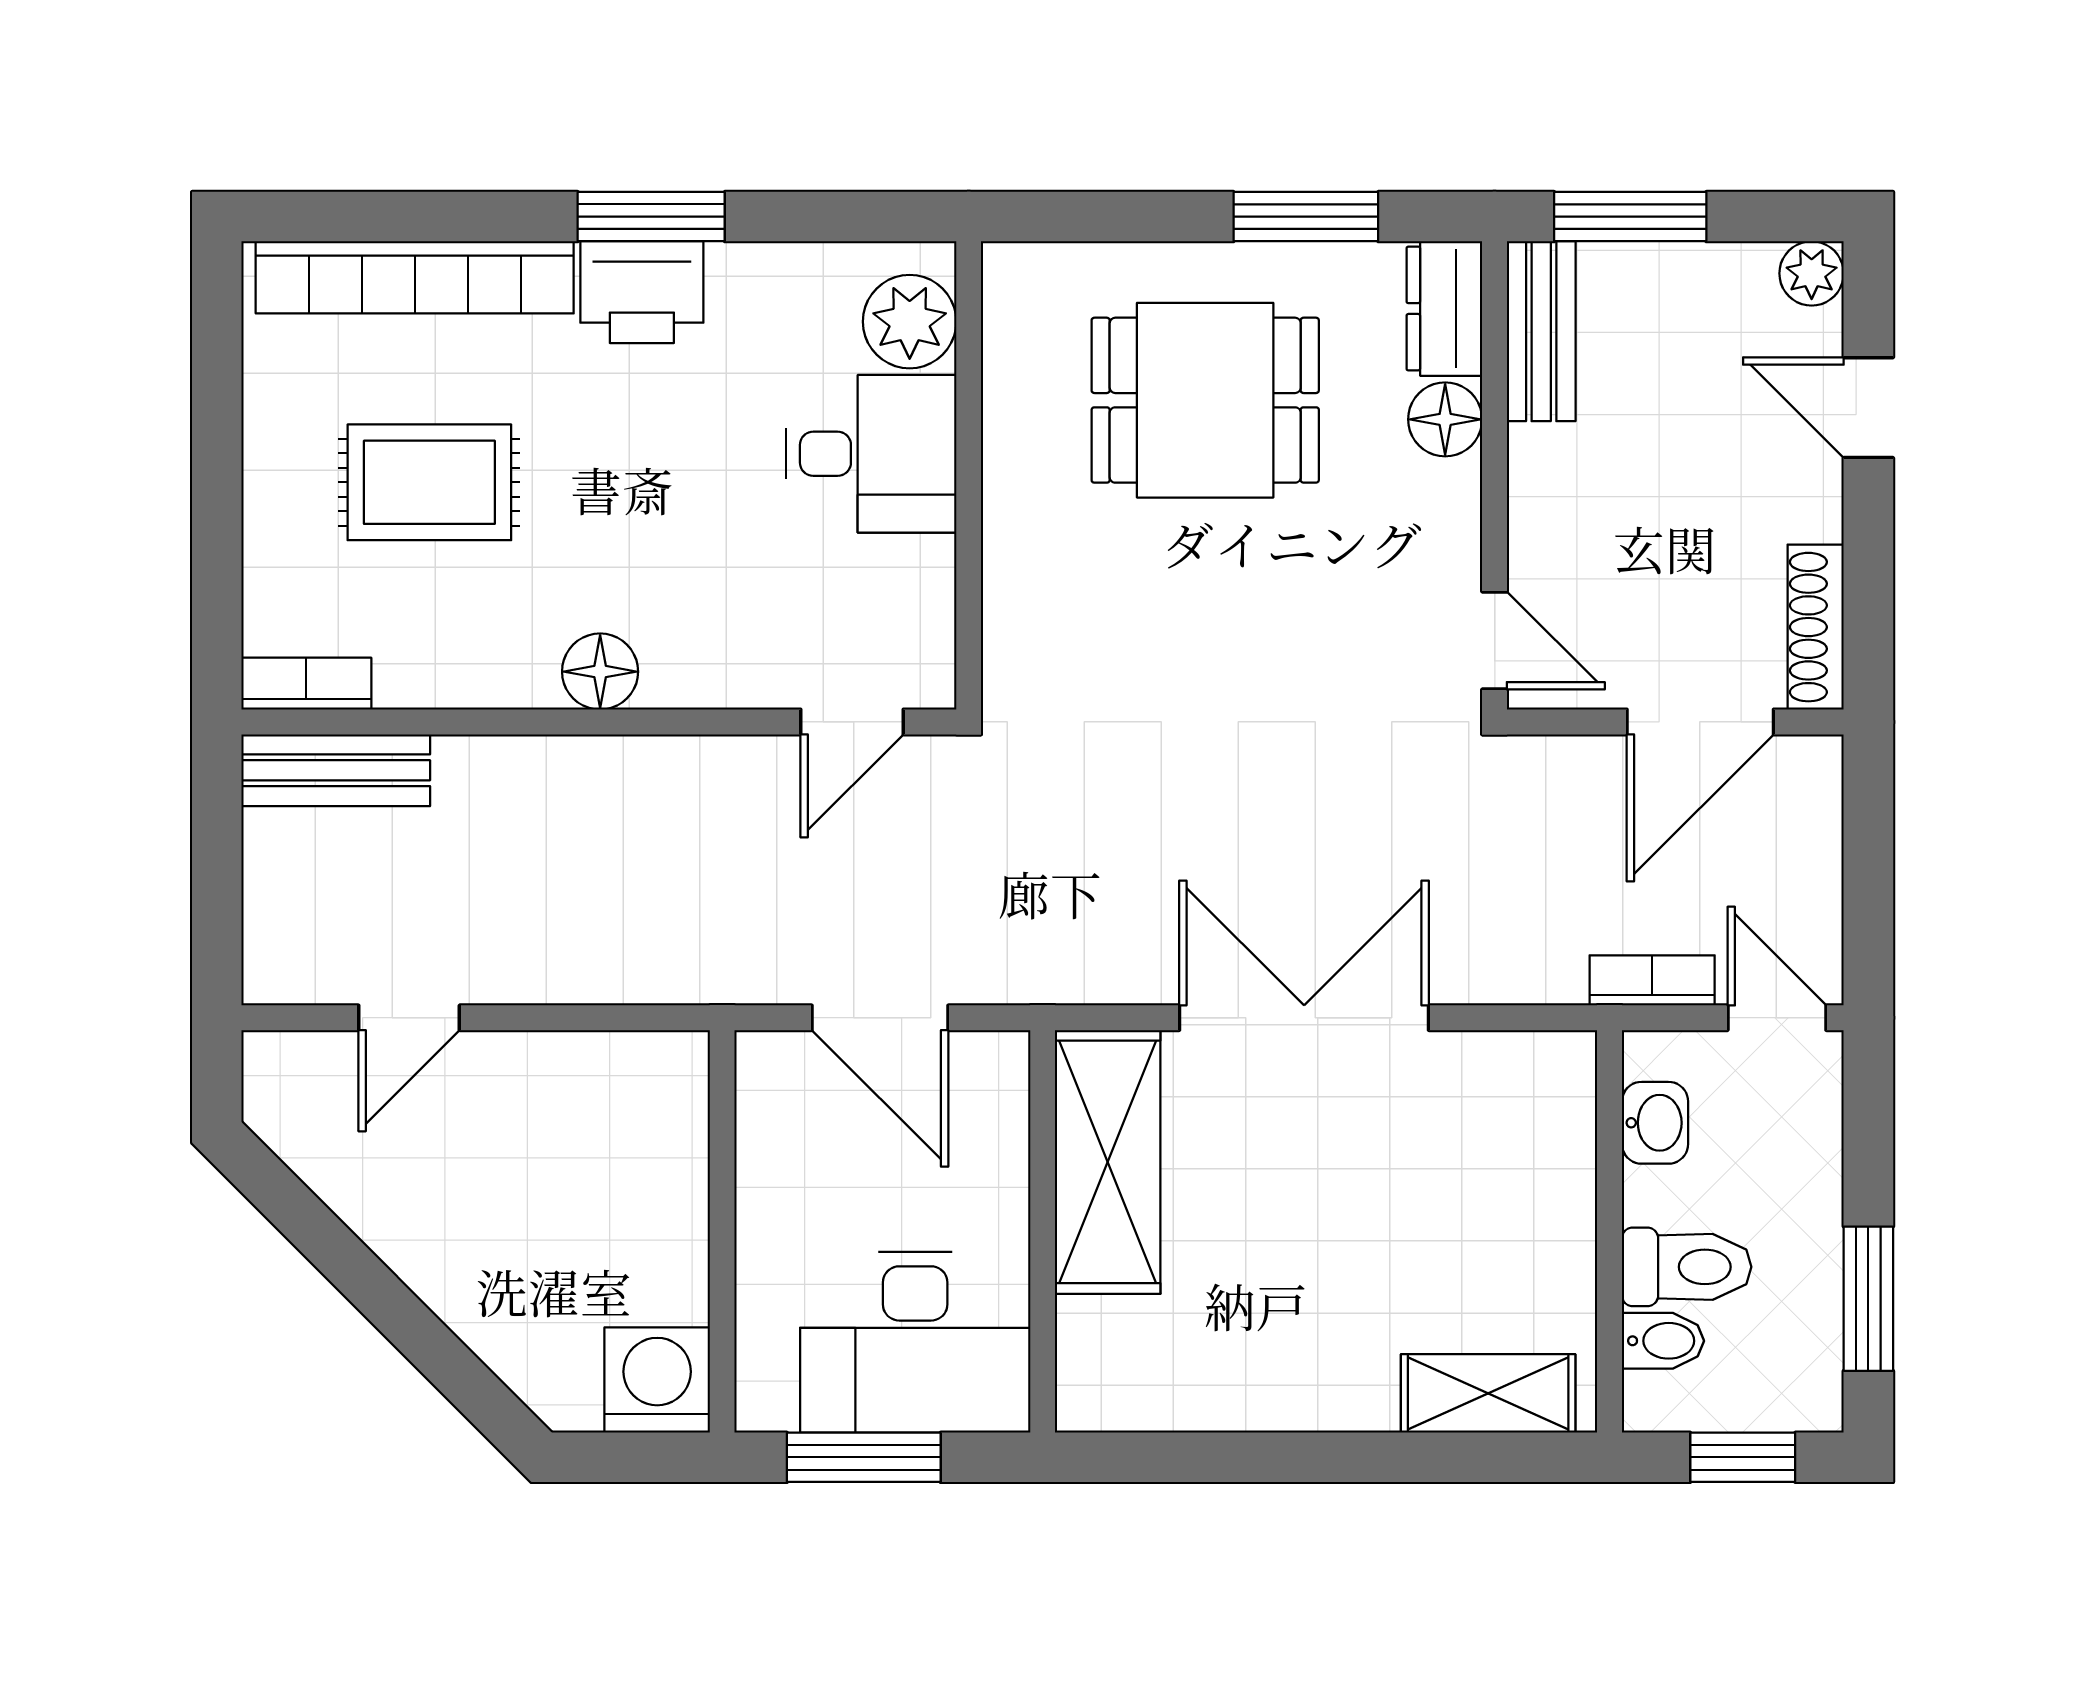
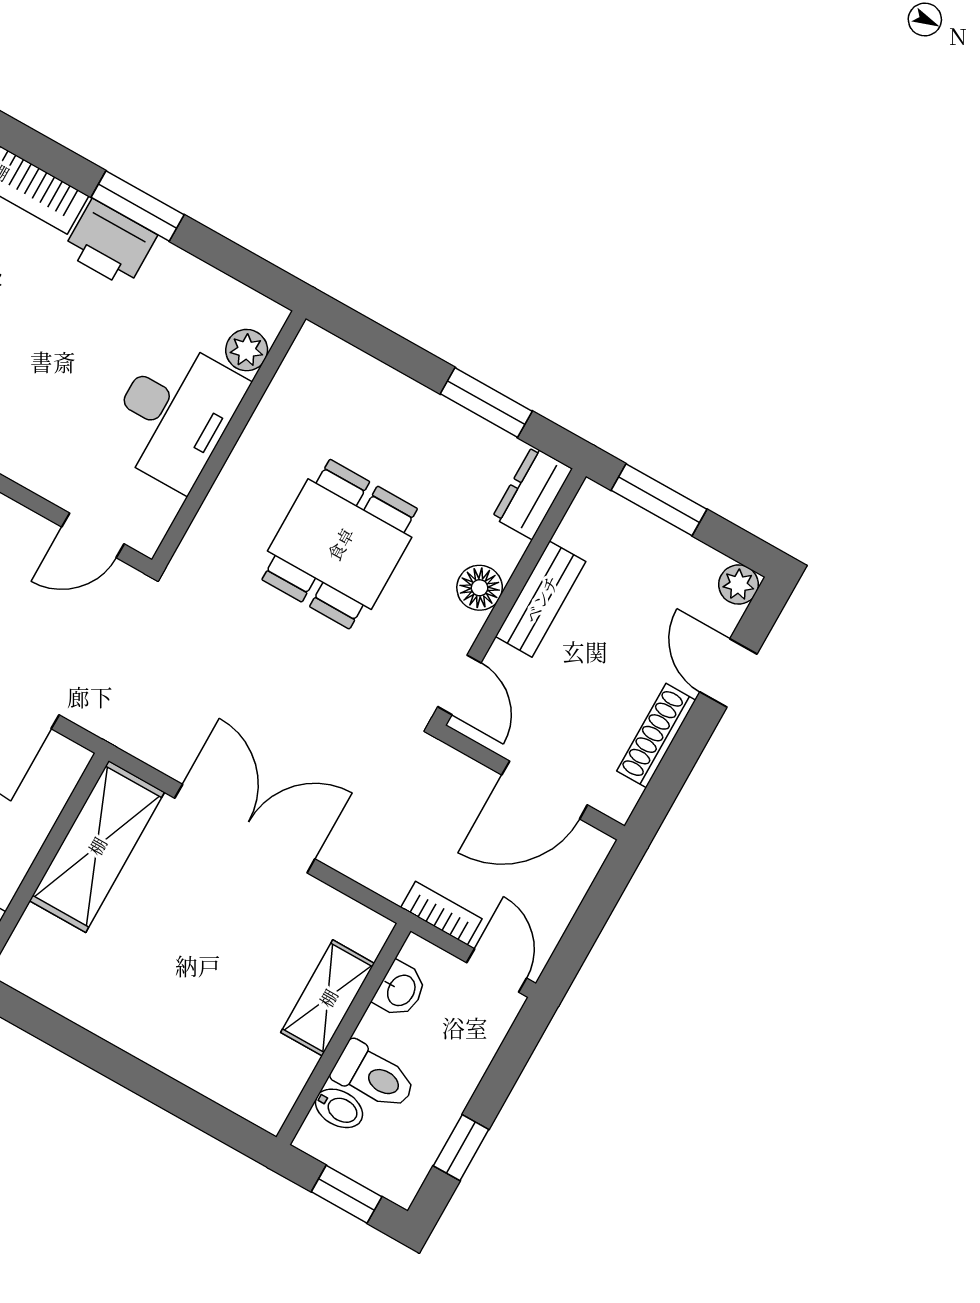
plant: (910, 322) -> (247, 350), width x0.73, depth x0.73
bench: (1541, 331) -> (541, 599), moved
dining table: (1205, 400) -> (340, 544), moved, turned 90
floor lamp: (1445, 419) -> (480, 588), moved
desk: (871, 454) -> (175, 414), width x1.37
shoe rack: (1816, 627) -> (656, 736), moved
window: (1868, 1299) -> (461, 1148), width x0.67
shelving: (1488, 1393) -> (328, 998), moved, turned 90

